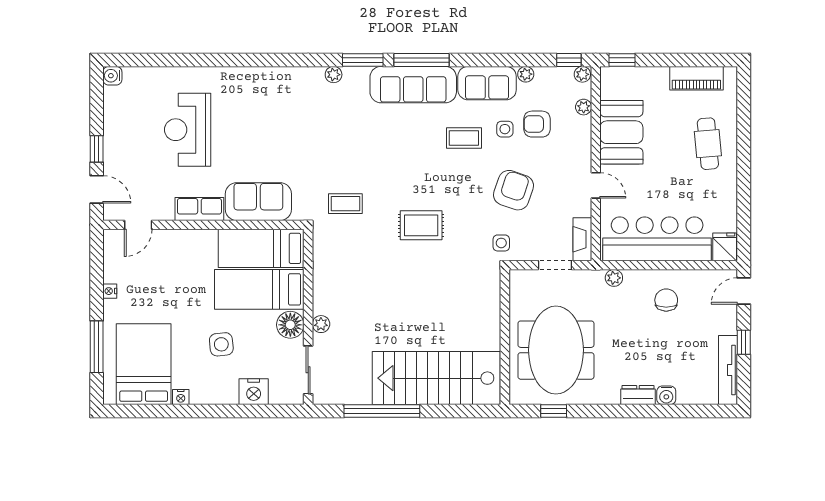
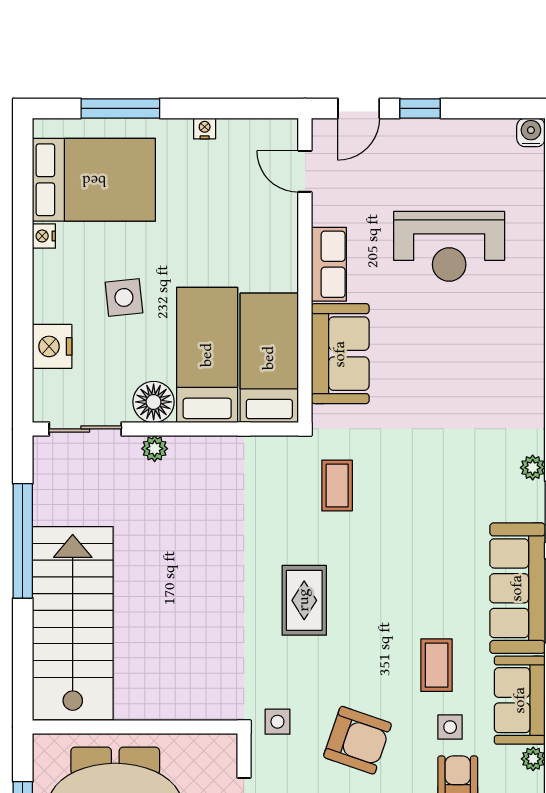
reception desk: (188, 130) -> (449, 246), turned 180

